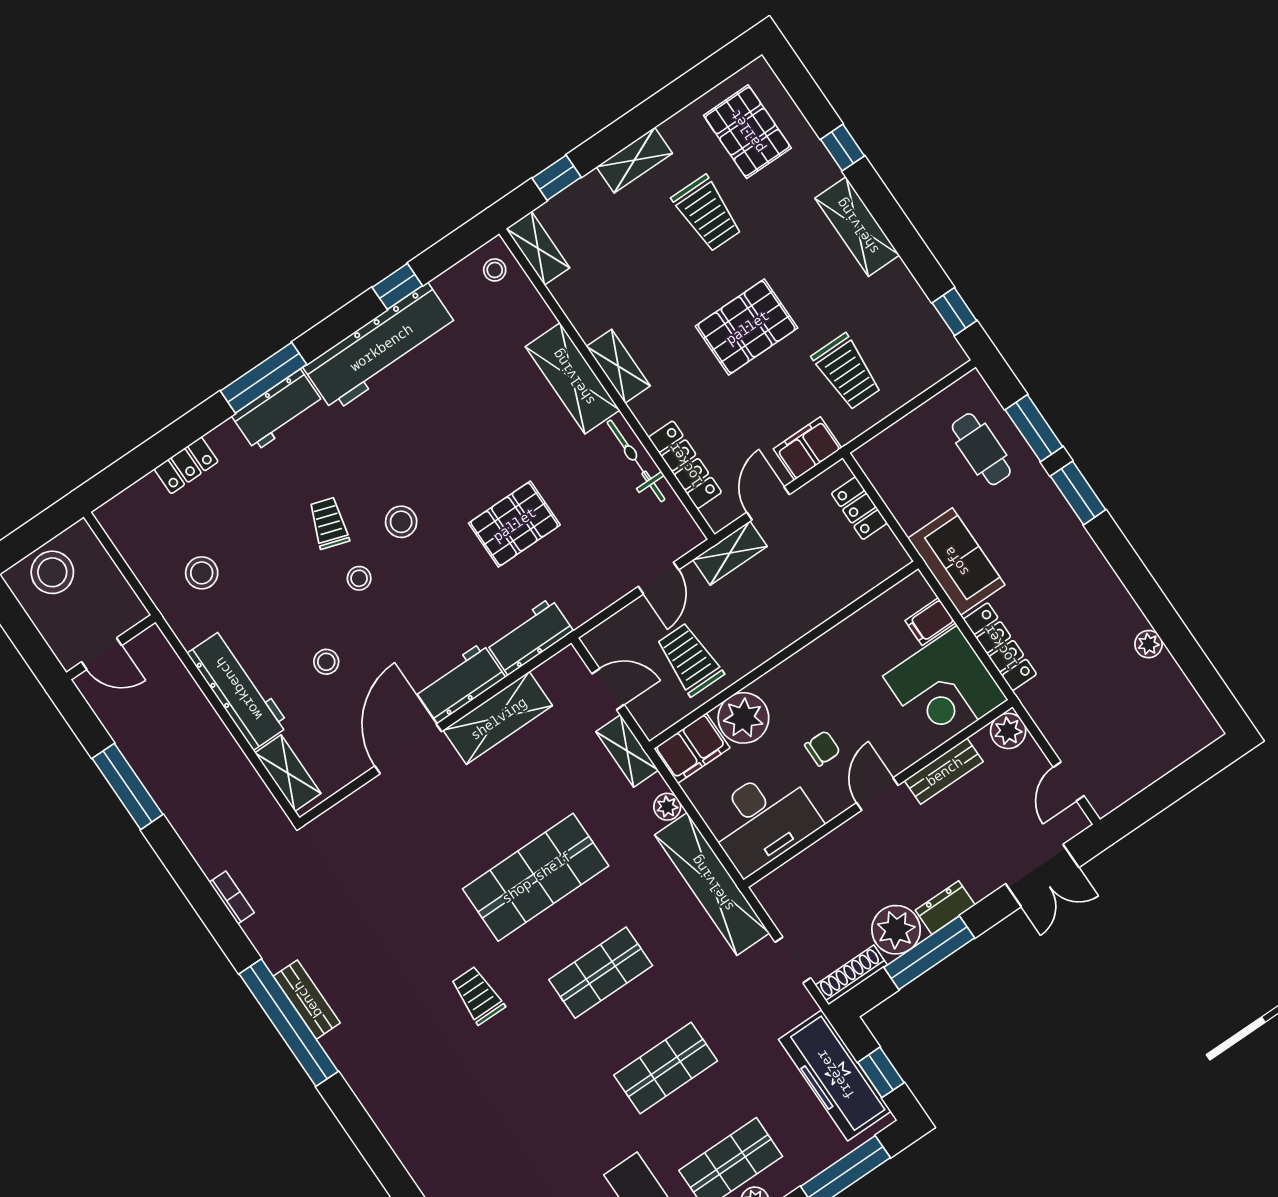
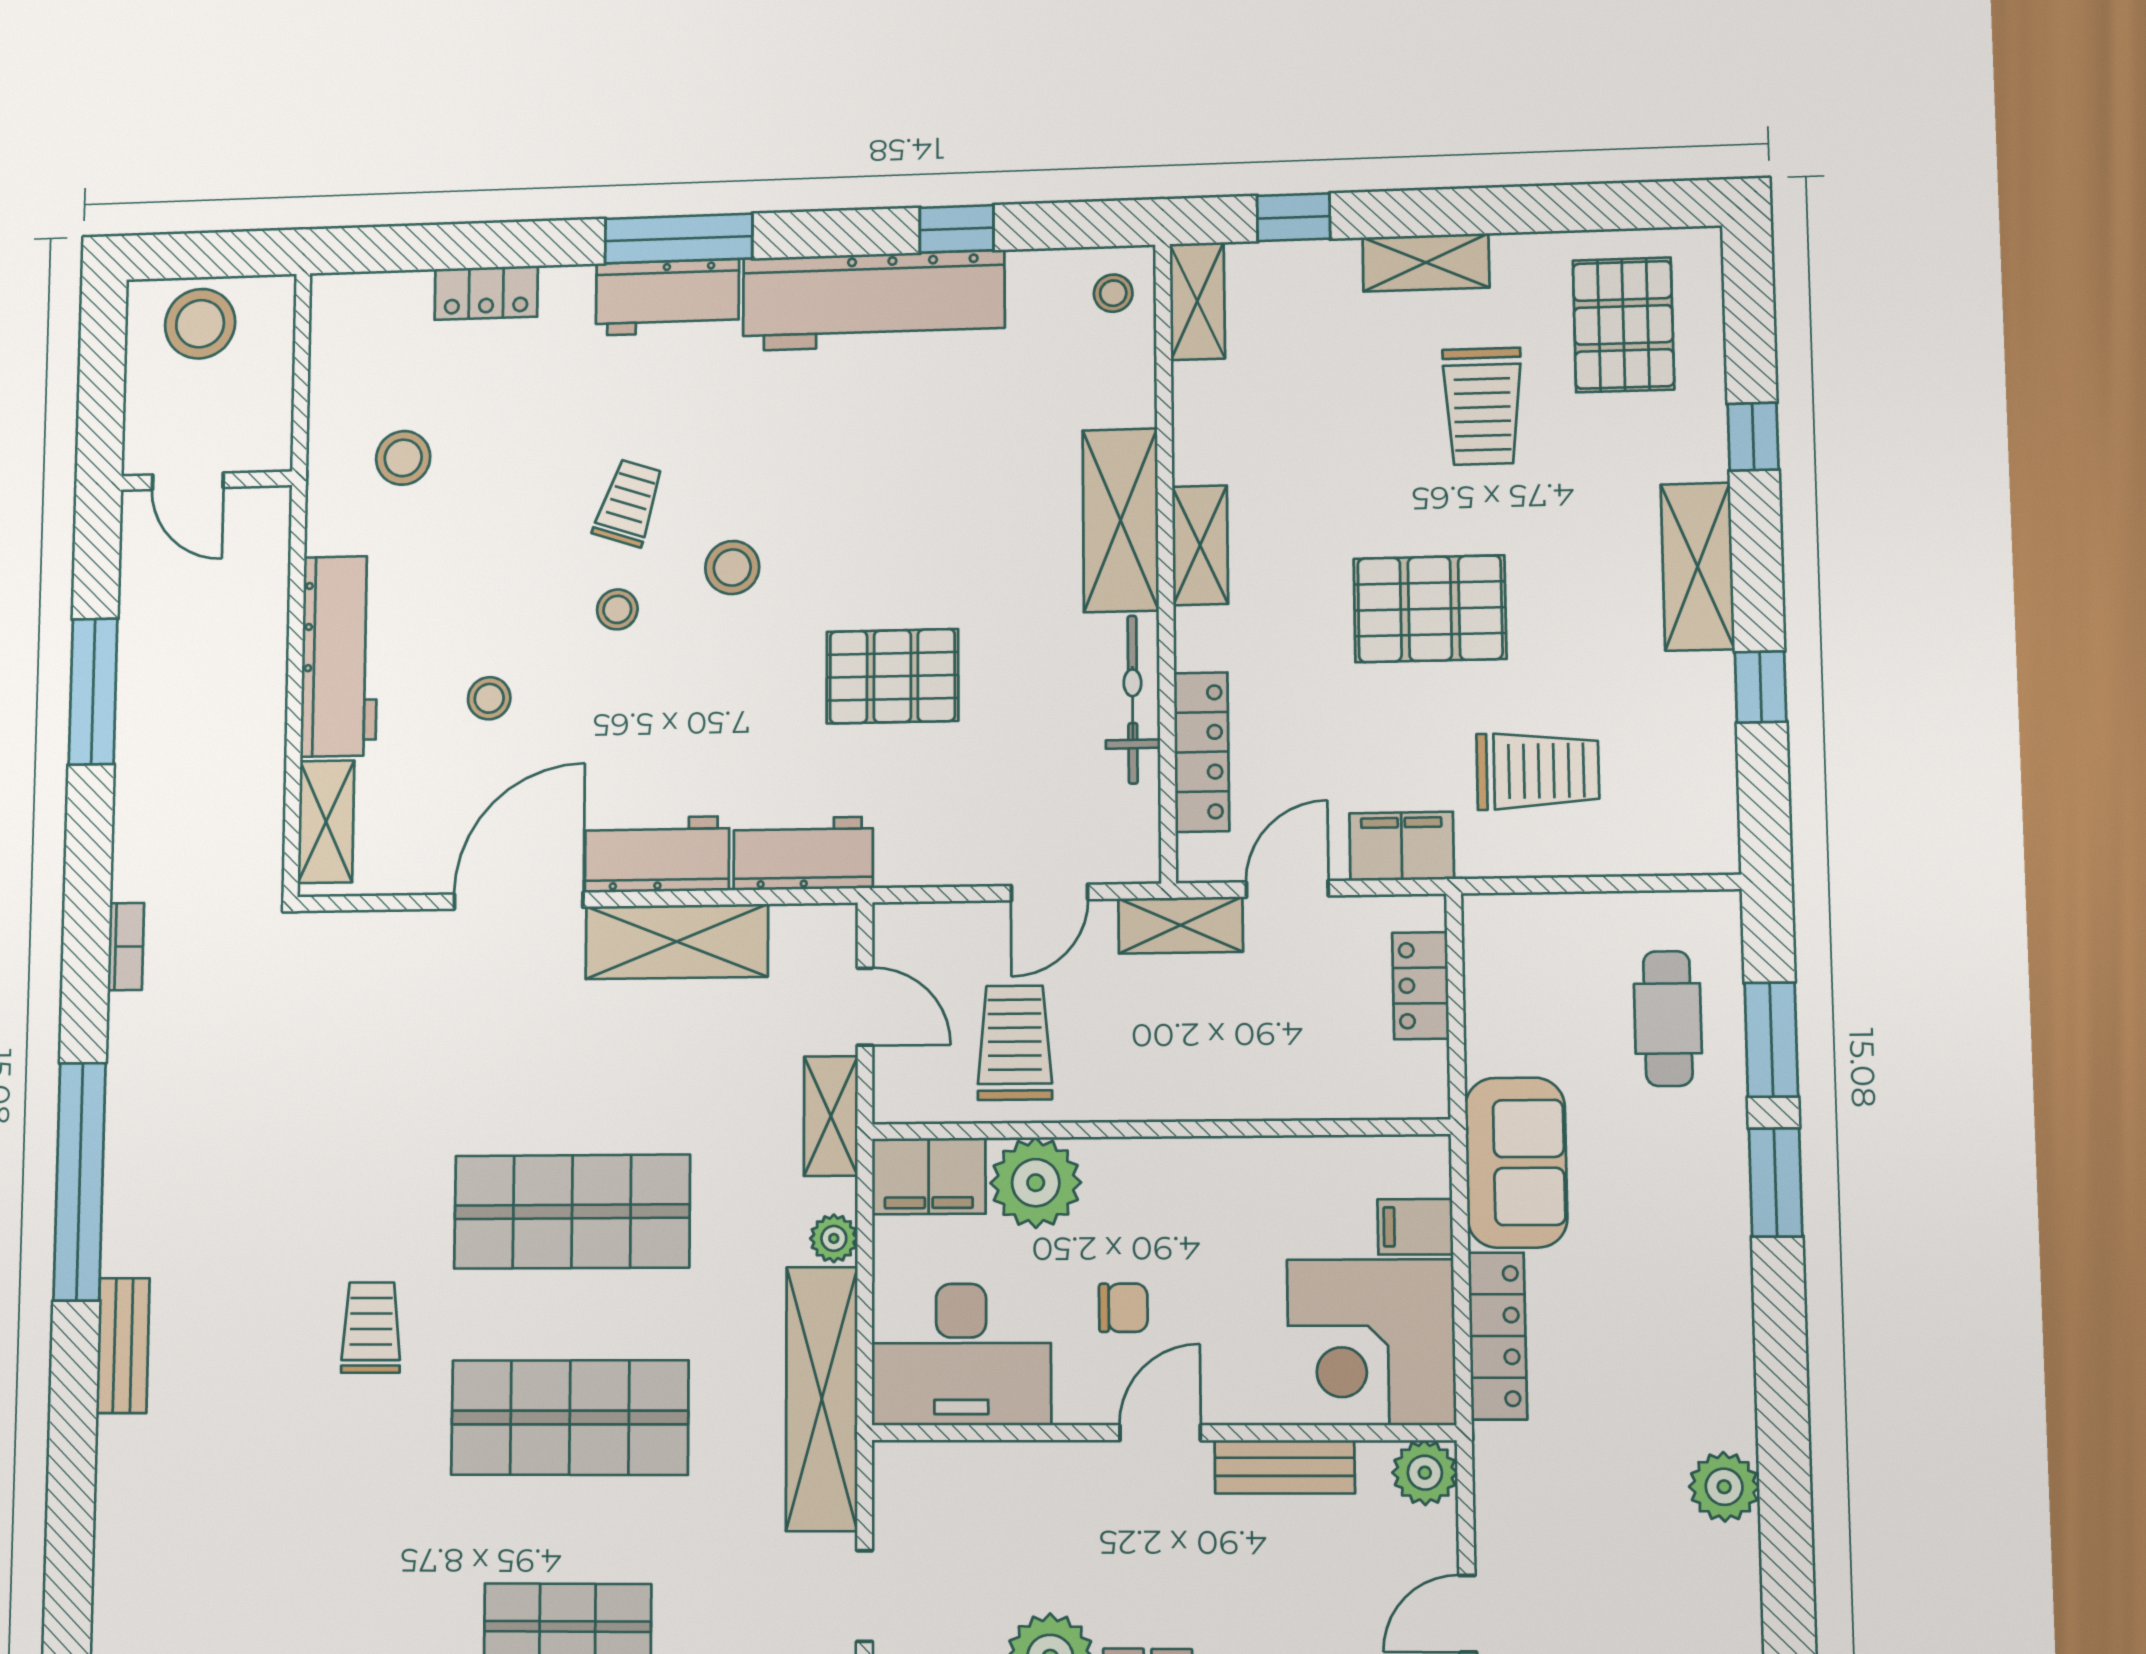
window: (954, 312) -> (1761, 687), moved
trolley: (847, 372) -> (1538, 771), turned -90
plant: (1148, 644) -> (1724, 1487), width x1.38, depth x1.38
shop shelf: (601, 973) -> (570, 1418), width x1.43, depth x1.36
bench: (307, 1000) -> (123, 1346), moved

